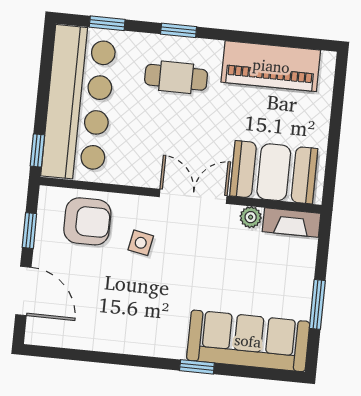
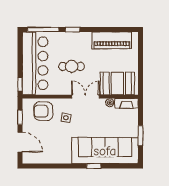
window: (107, 23) -> (43, 30), width x2.17
cafe table: (176, 77) -> (72, 66), moved
armchair: (87, 221) -> (43, 111), turned 180
sofa: (248, 341) -> (105, 151), width x1.36, depth x1.27

